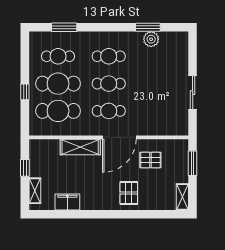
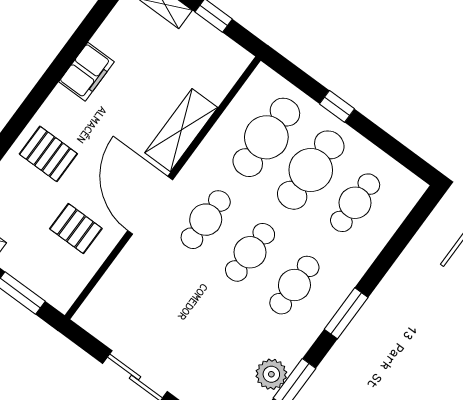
window: (64, 27) -> (346, 313), moved
pallet: (150, 160) -> (76, 229), turned 90
filing cabinet: (67, 202) -> (86, 72), moved

